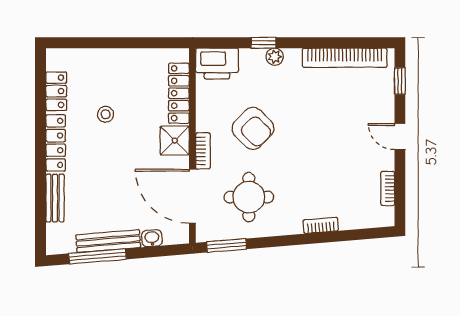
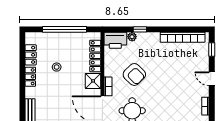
window: (121, 43) -> (65, 29), added
plant: (275, 57) -> (132, 37), moved
locker: (56, 143) -> (30, 77), width x0.66

